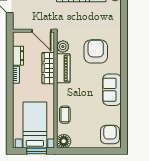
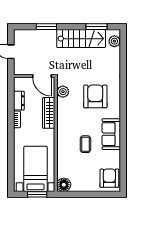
piano: (63, 68) -> (63, 113), removed
coffee table: (65, 115) -> (85, 144), moved

